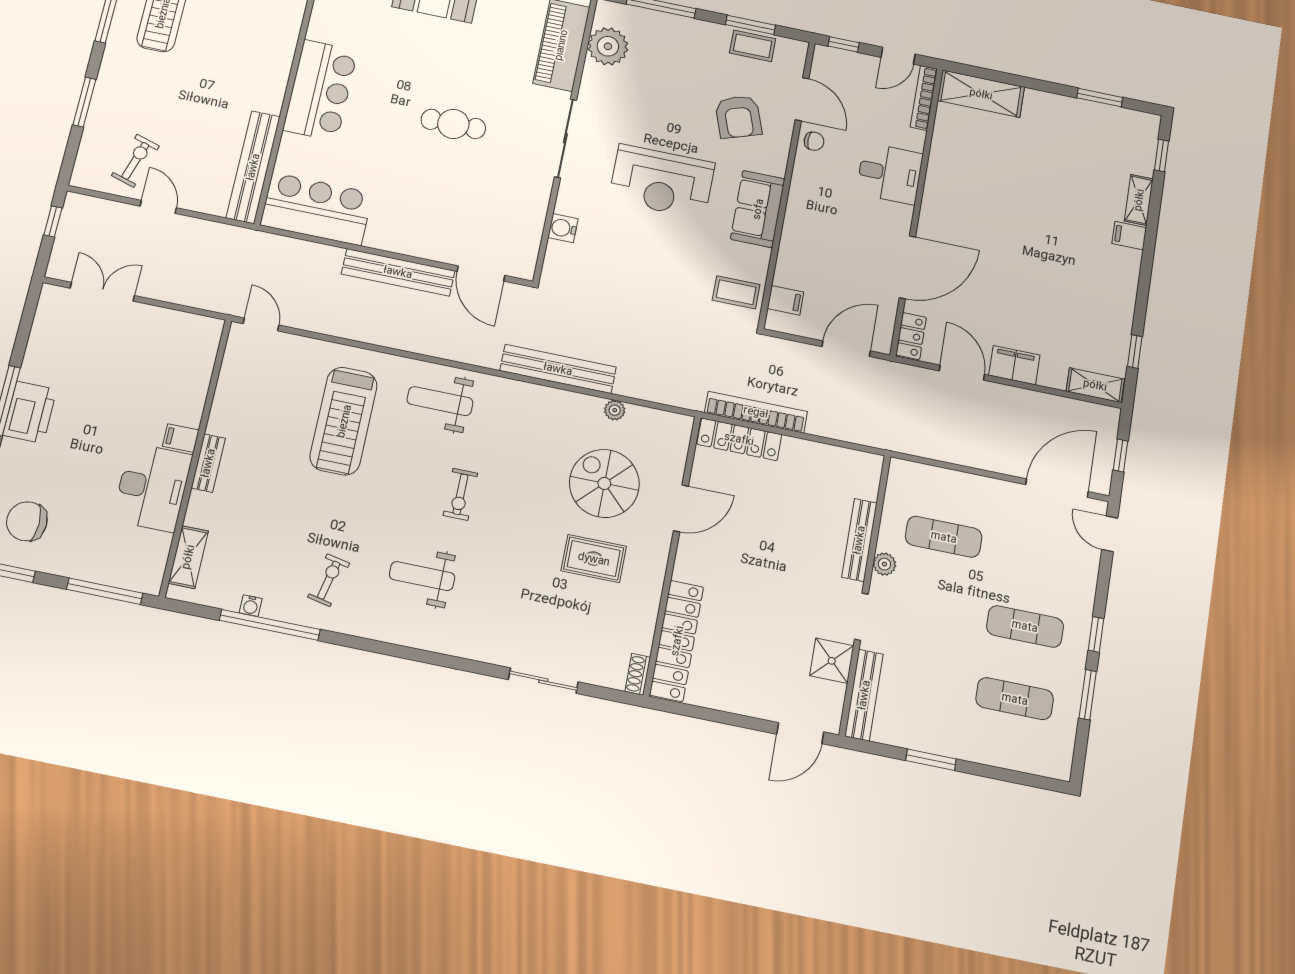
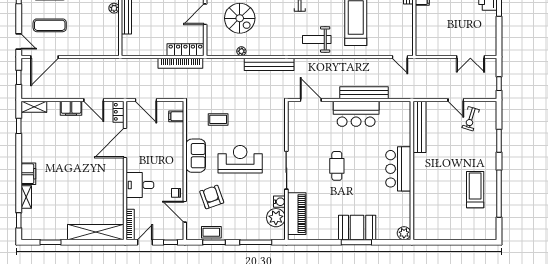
shelving: (981, 94) -> (96, 232), width x1.47
cafe table: (453, 124) -> (337, 166), turned 90
bar counter: (317, 209) -> (356, 114), moved
water cooler: (563, 228) -> (279, 202), moved
filing cabinet: (1129, 236) -> (28, 174), width x2.00
bench: (398, 272) -> (364, 93), moved
coffee table: (736, 292) -> (218, 119), moved
door: (846, 349) -> (146, 100), hinge flipped
weight bench: (440, 401) -> (317, 39), turned 180
exercise mat: (944, 537) -> (50, 25), moved

